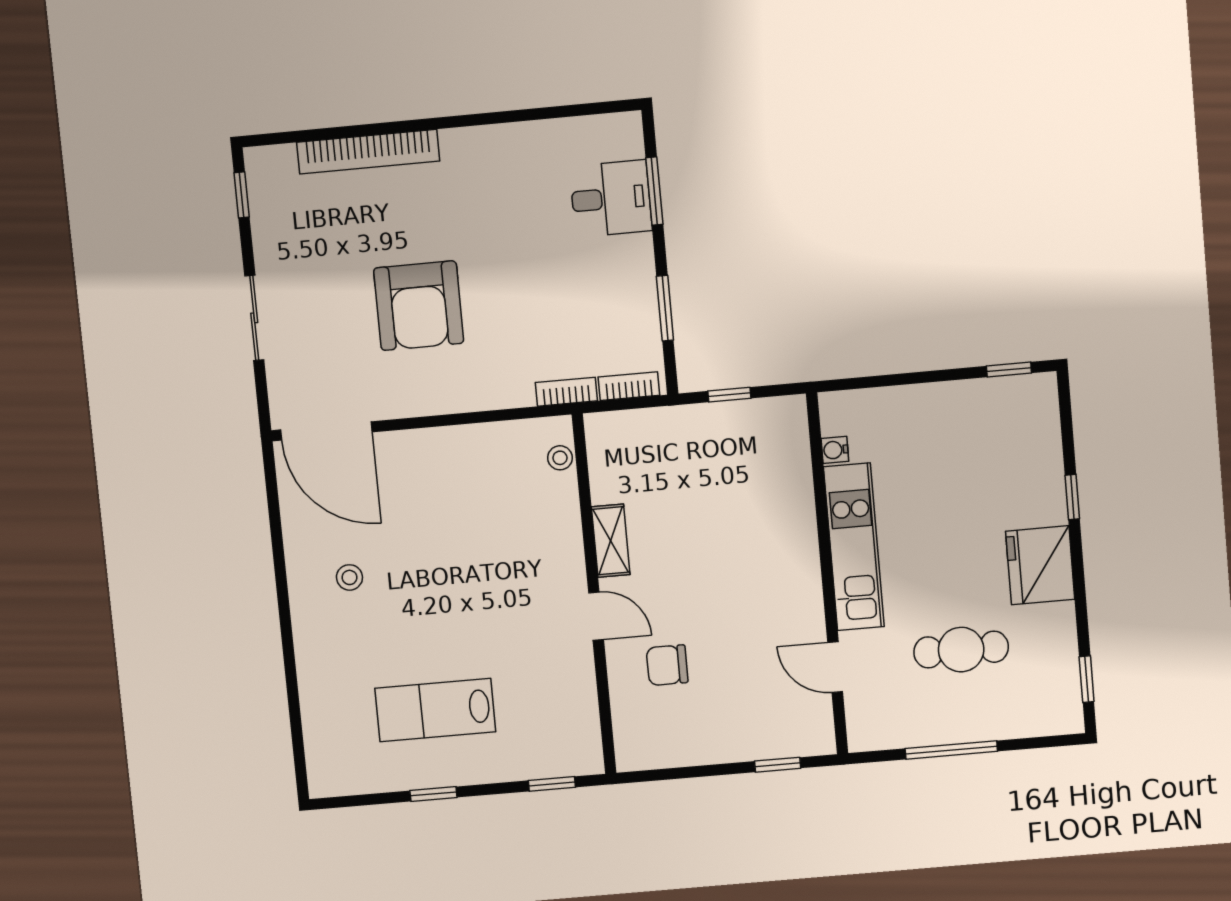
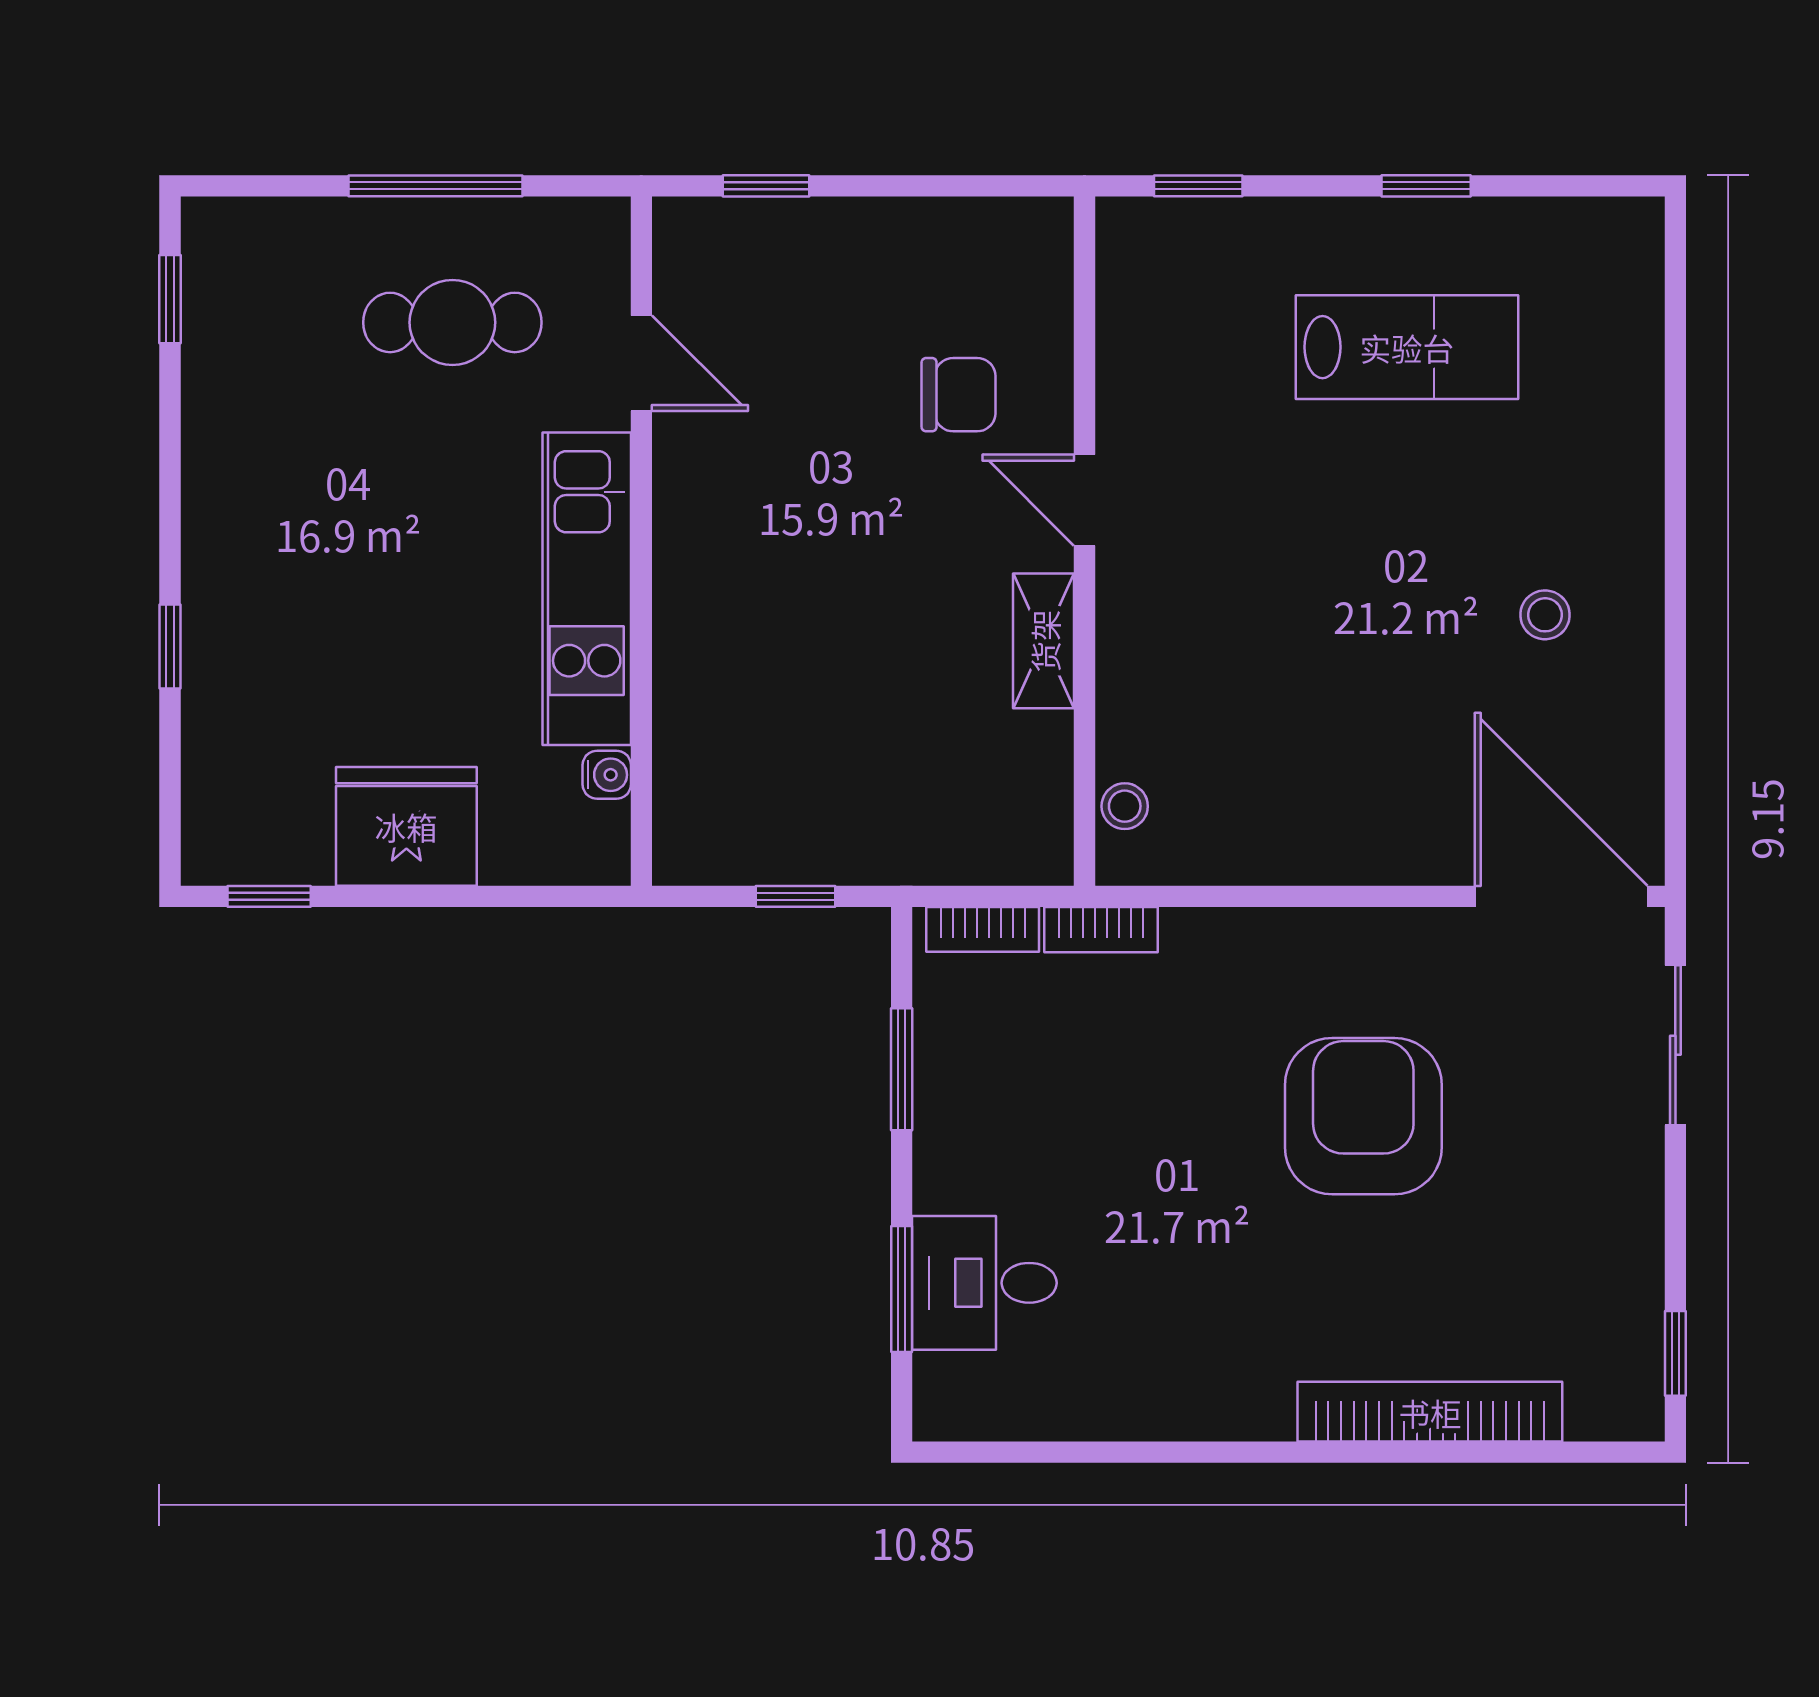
sliding door: (254, 318) -> (1675, 1045), moved
fridge: (1040, 565) -> (406, 826), moved, turned -90
cafe table: (961, 650) -> (452, 322), moved

